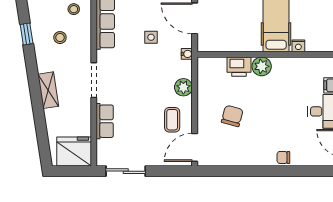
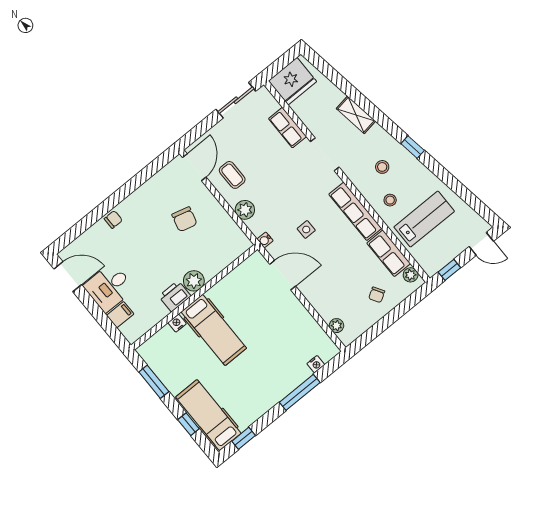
printer: (239, 67) -> (175, 296), moved

